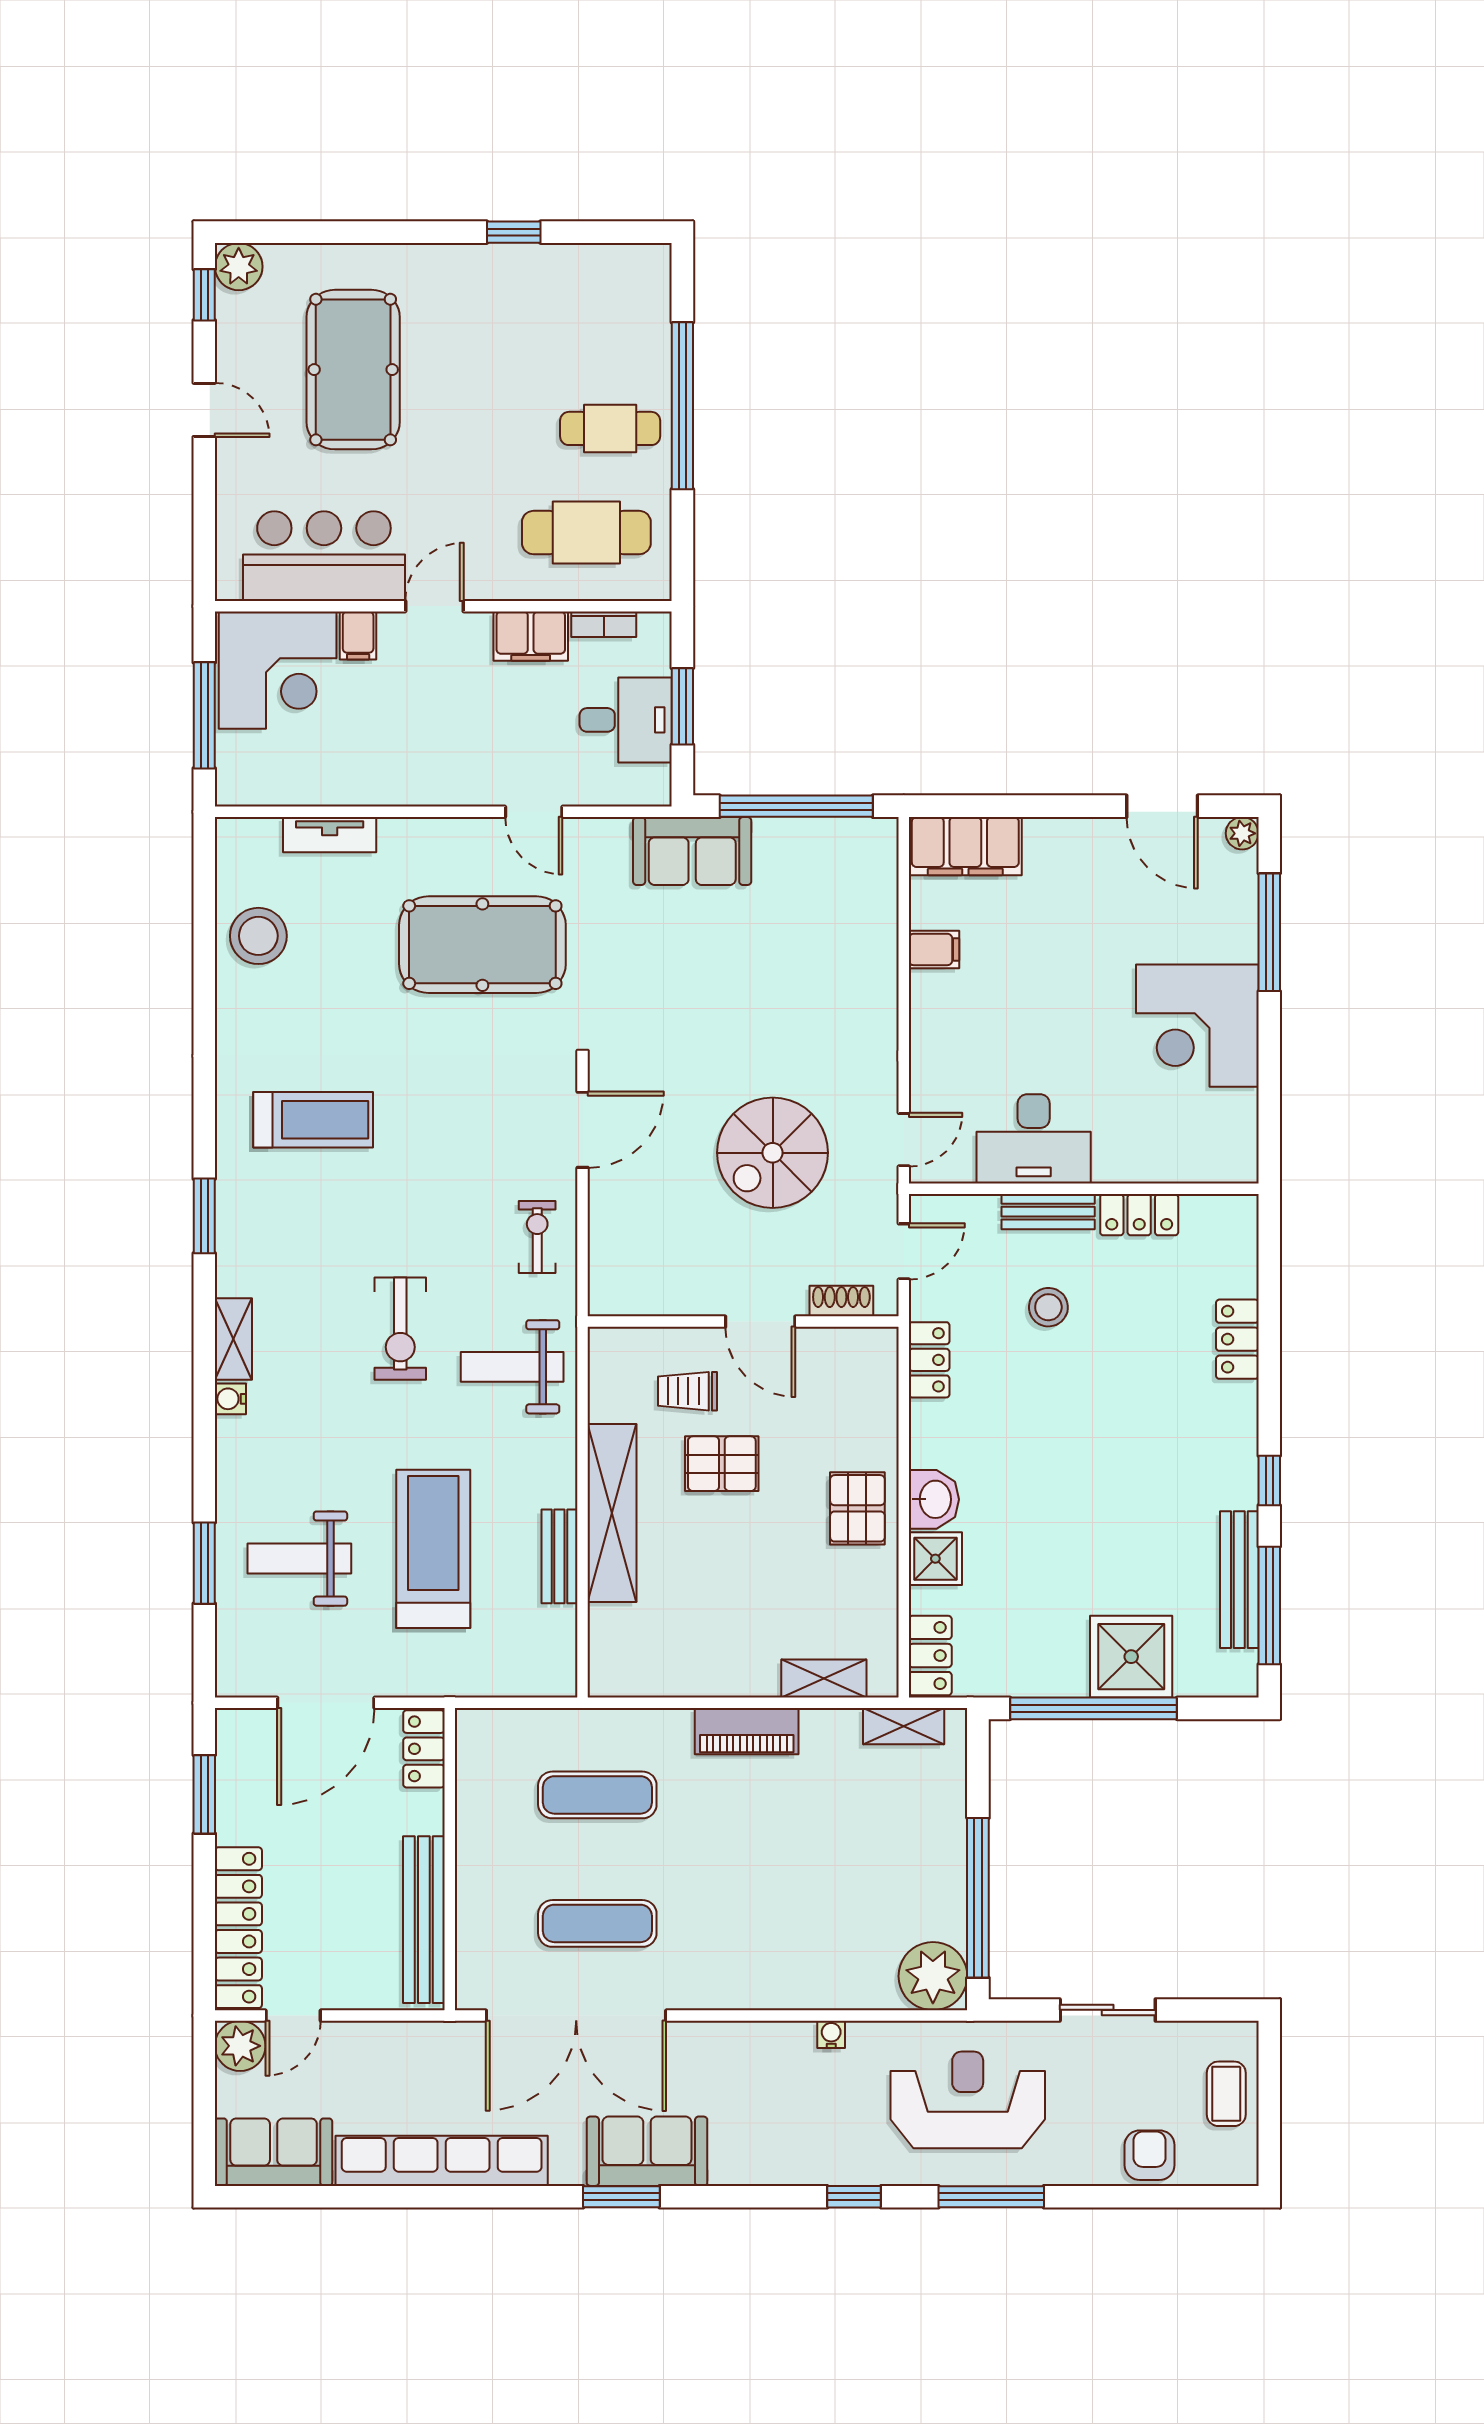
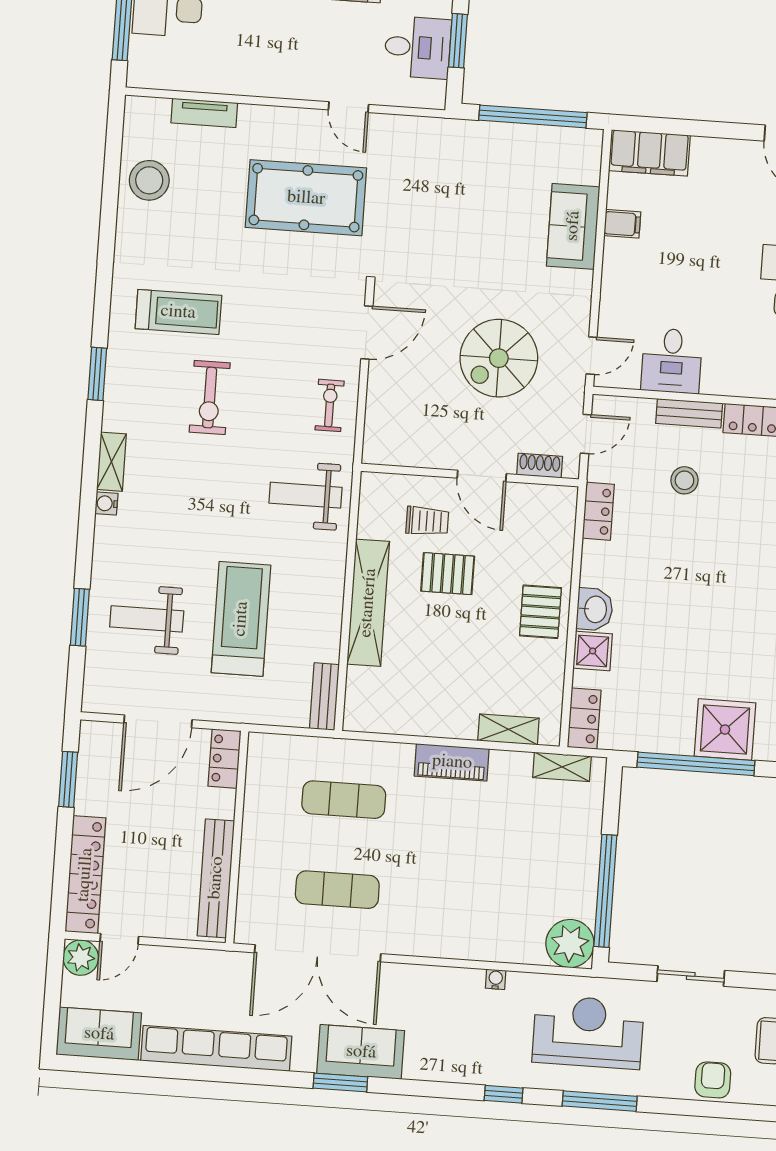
sofa: (692, 851) -> (573, 226), moved, turned 90
desk: (1034, 1139) -> (672, 361), width x0.73
exercise bike: (400, 1329) -> (210, 398), moved
trolley: (687, 1391) -> (427, 521), turned 180
bench: (559, 1556) -> (324, 697), moved

